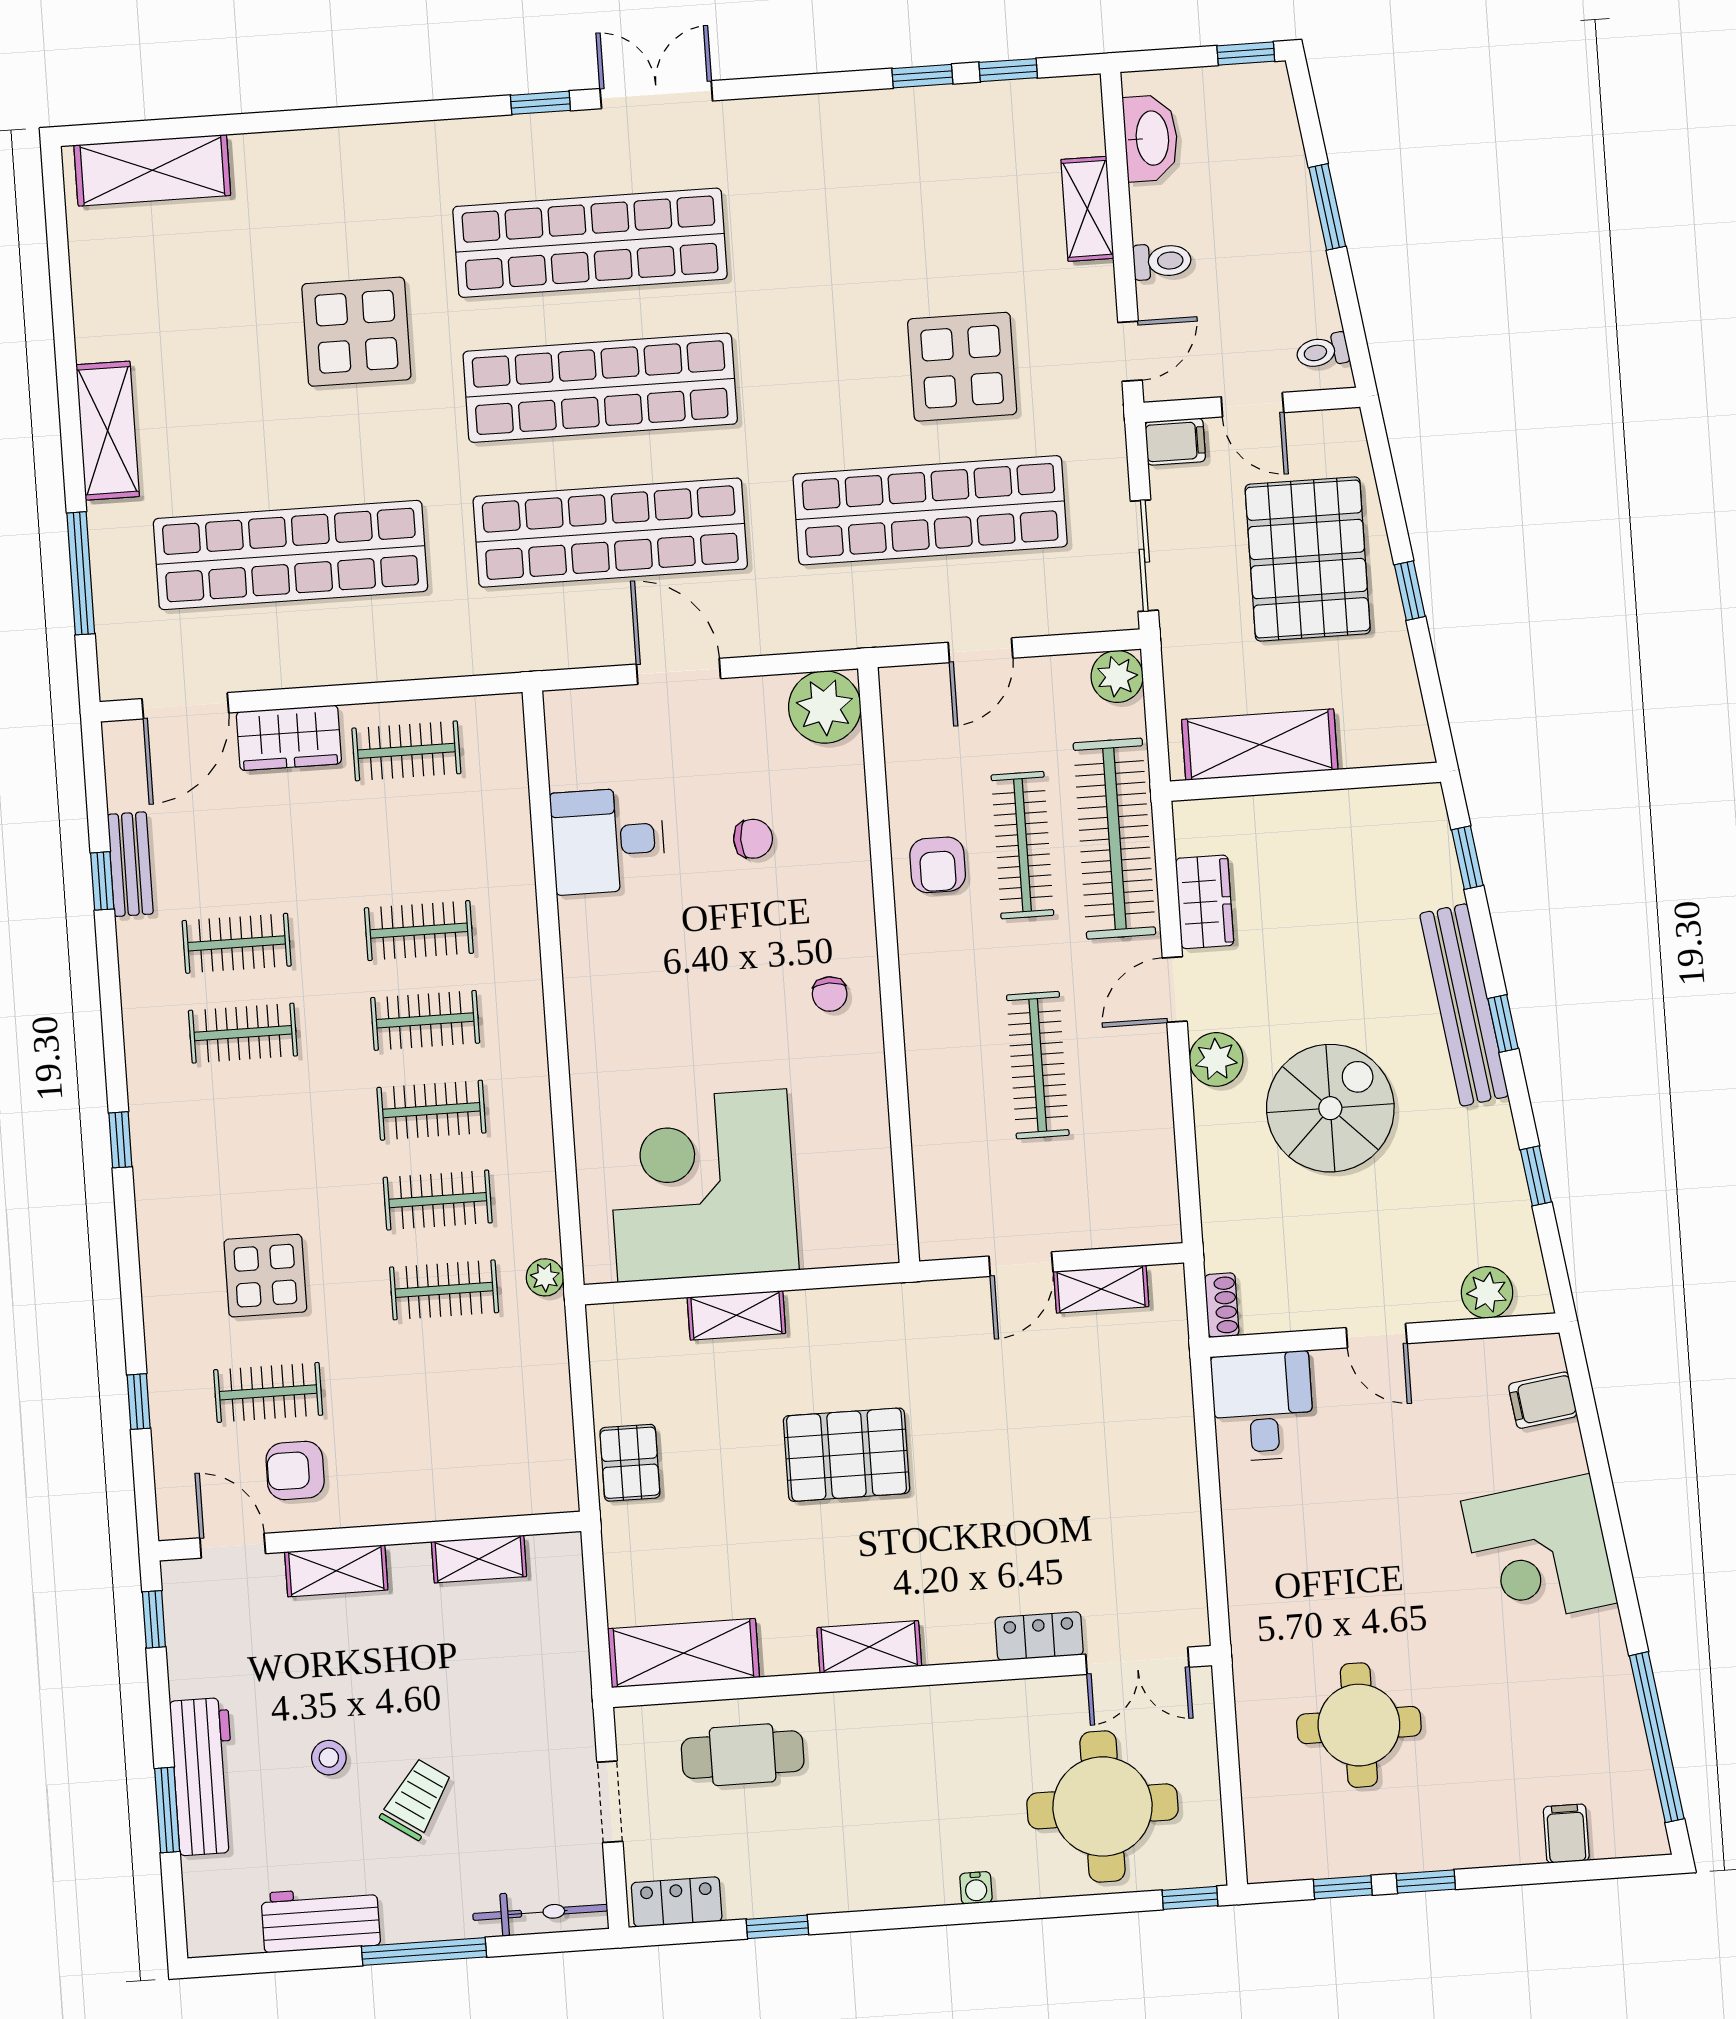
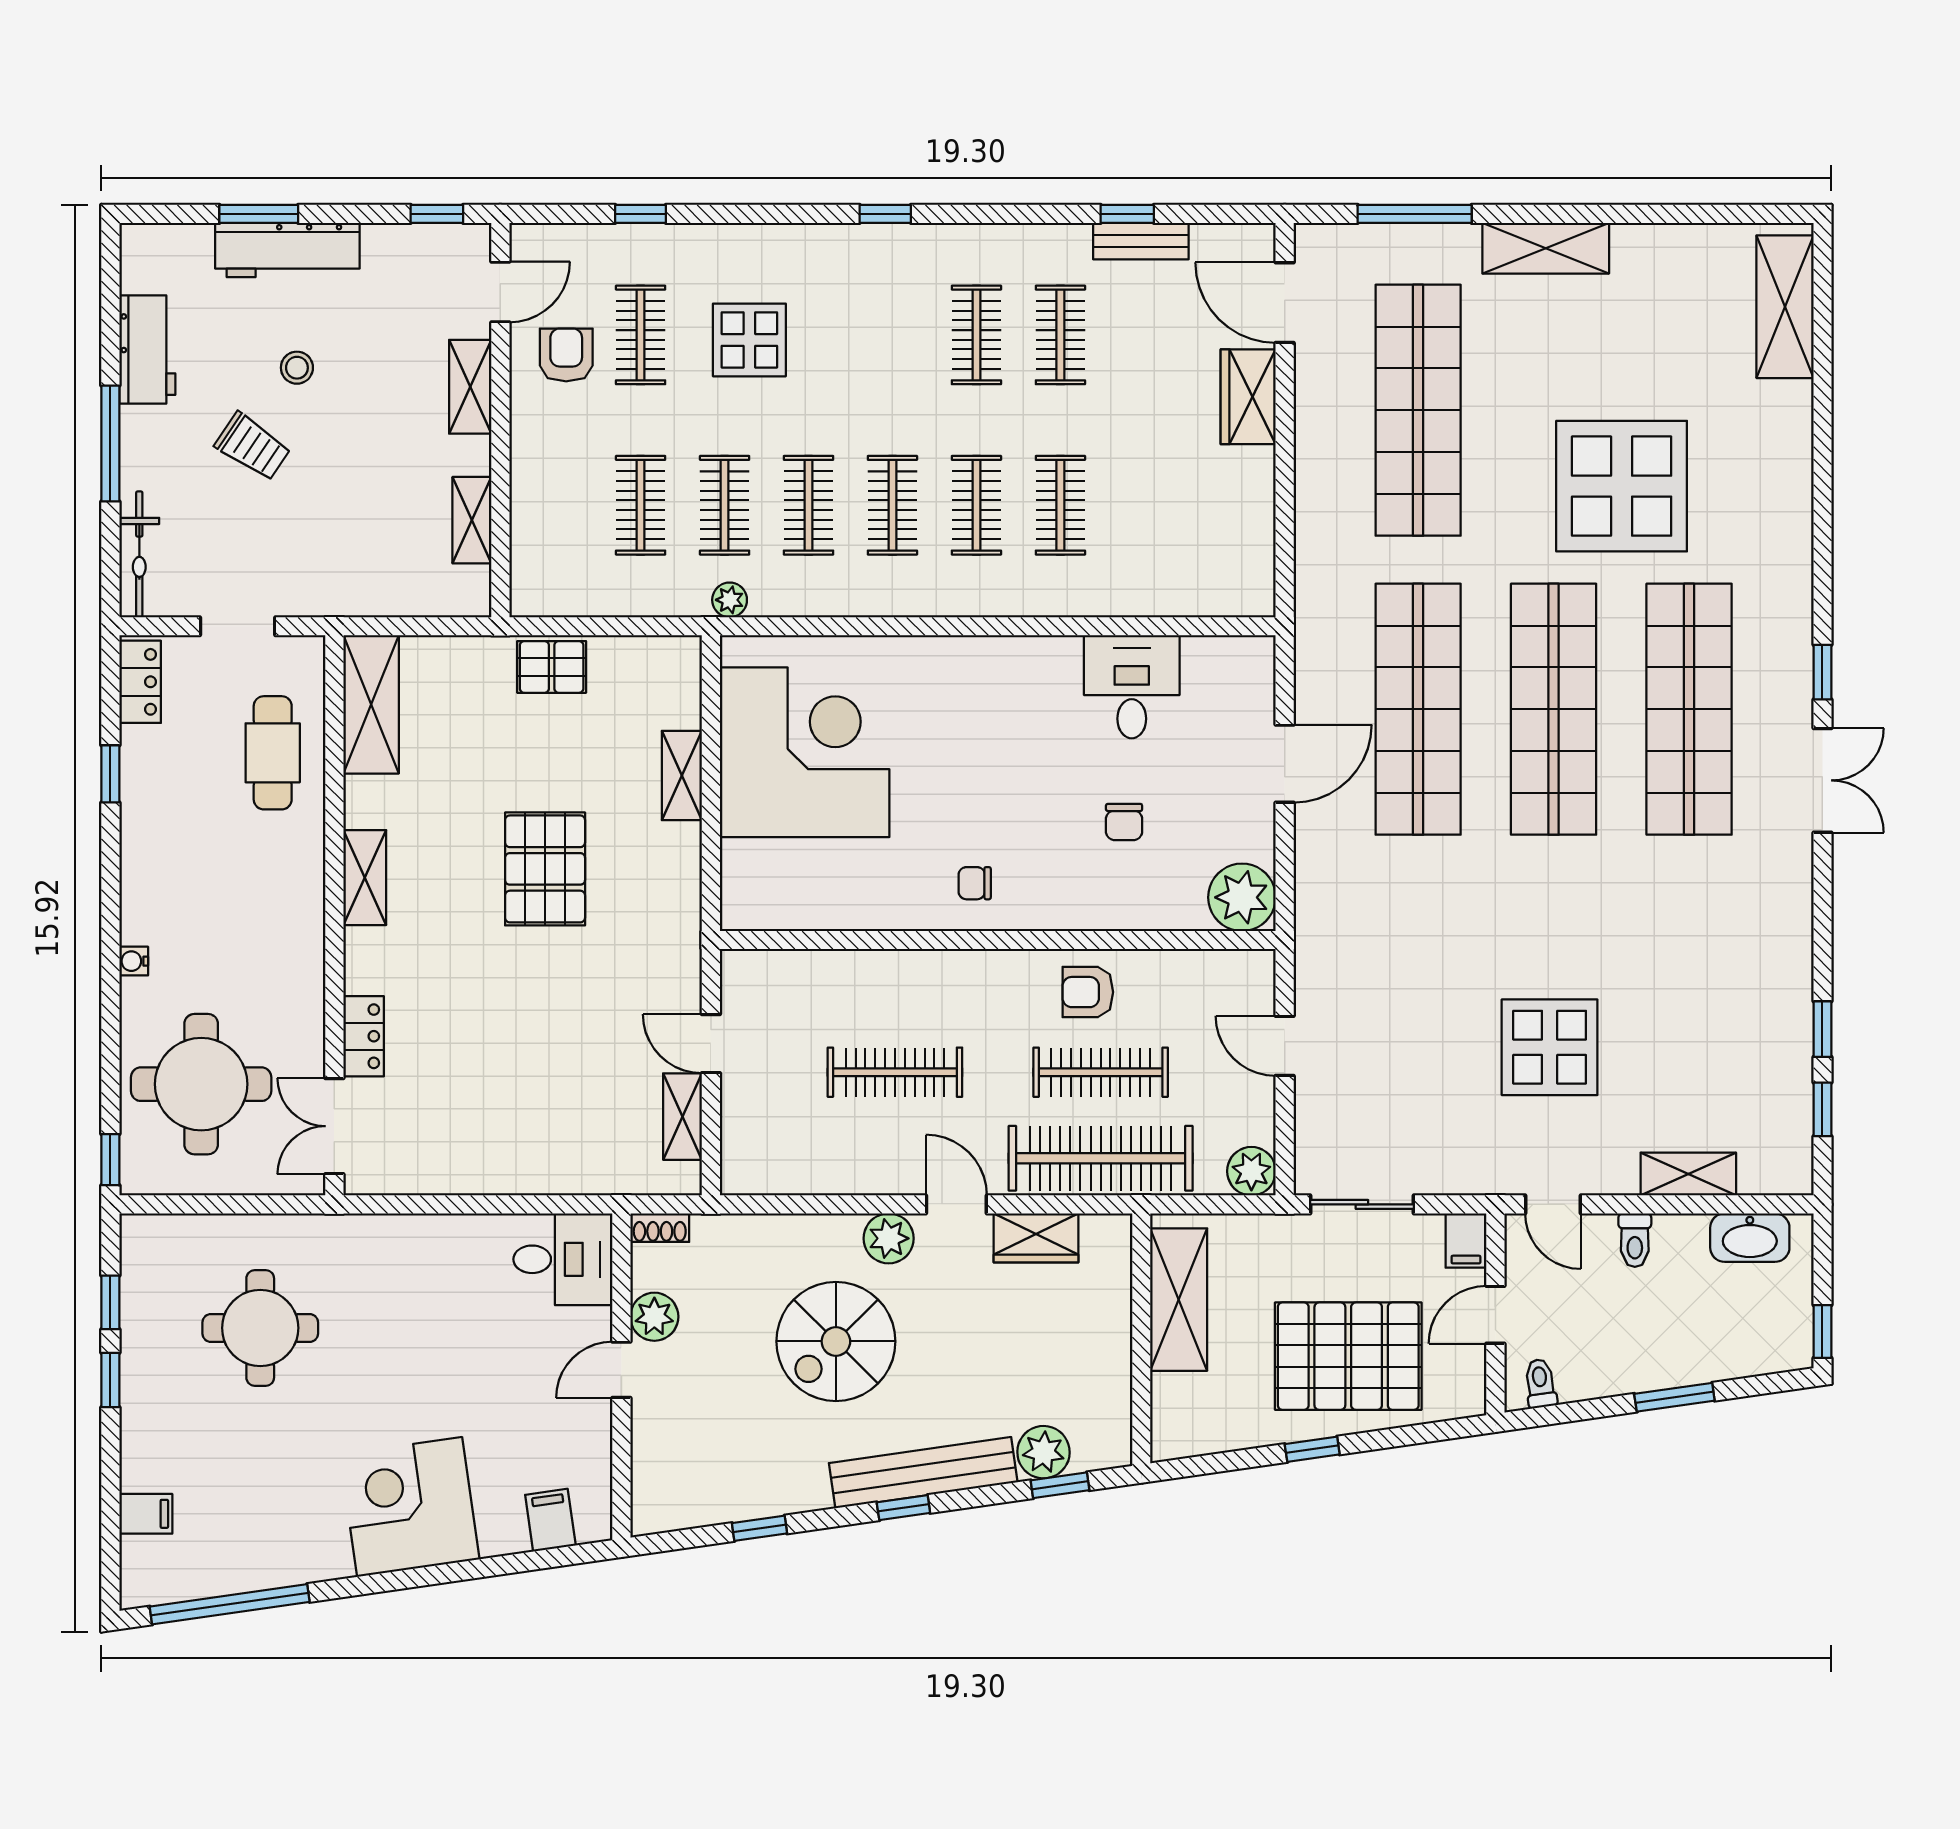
display table: (356, 332) -> (1622, 486), width x1.36, depth x1.36
shop shelf: (930, 510) -> (1418, 1008), removed
clothes rail: (406, 751) -> (641, 505), moved
plant: (1433, 878) -> (1043, 1452), added
spiral stairs: (1330, 1108) -> (836, 1341), turned 90
plant: (1487, 1292) -> (654, 1317), moved

